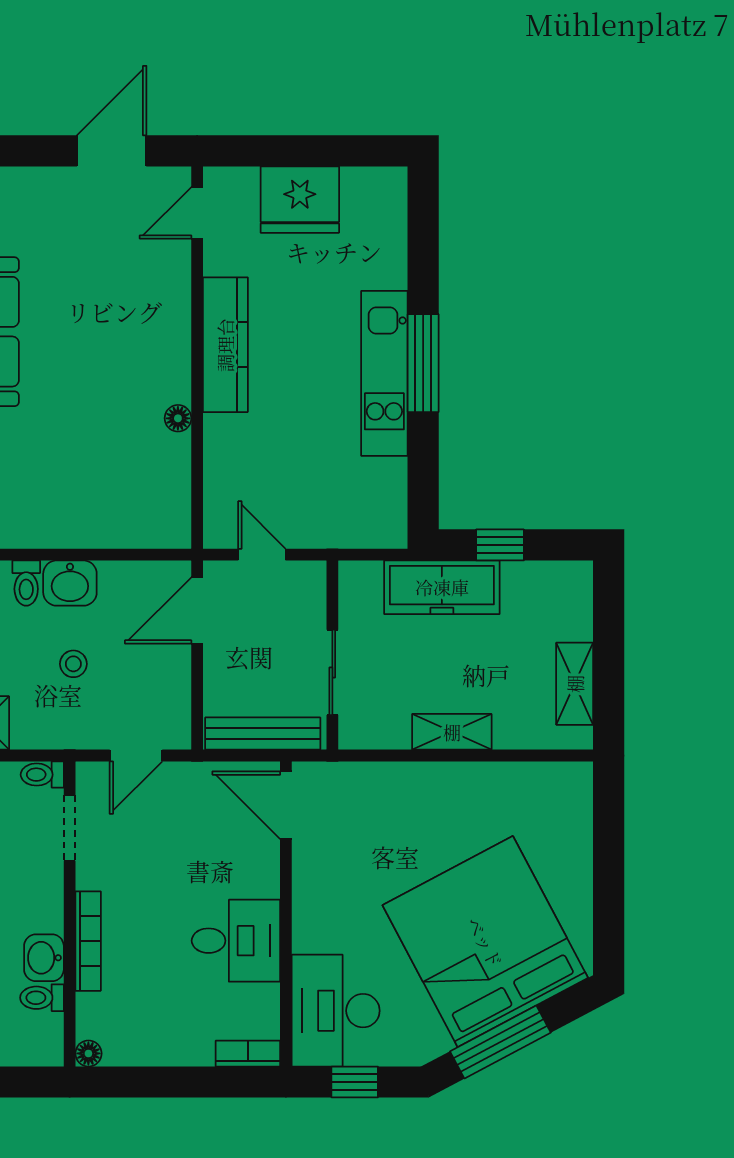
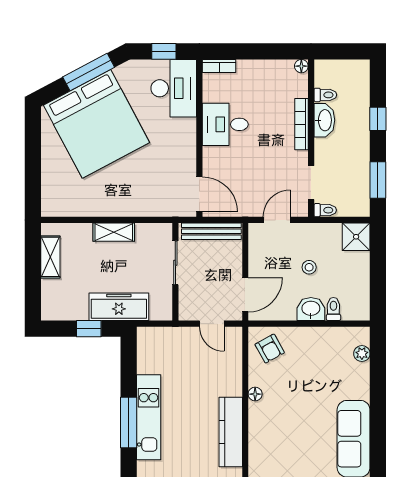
armchair: (150, 506) -> (270, 349), added
washbasin: (44, 958) -> (324, 120), width x1.38

